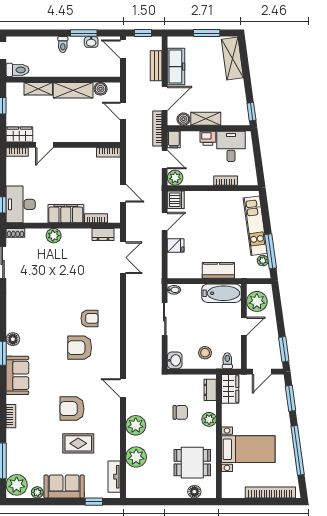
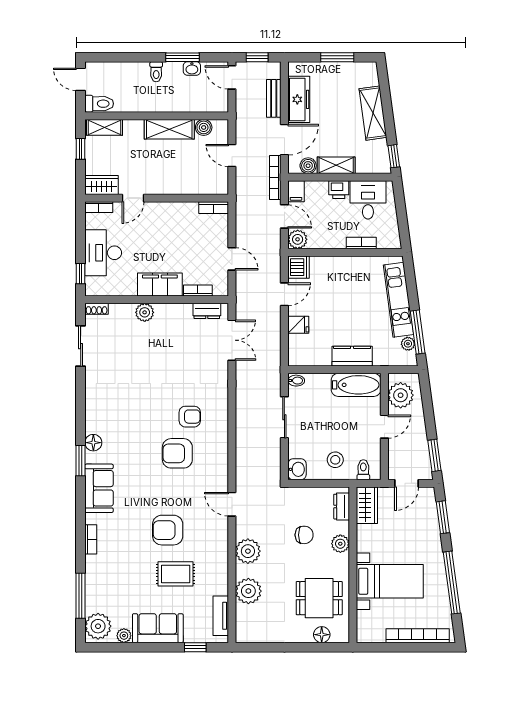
shelving: (232, 58) -> (373, 113), moved
shelving: (38, 89) -> (105, 127), moved
desk: (21, 204) -> (103, 253), moved

